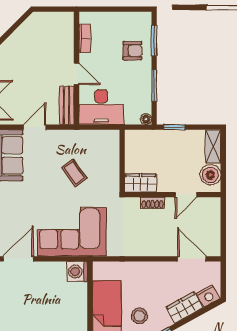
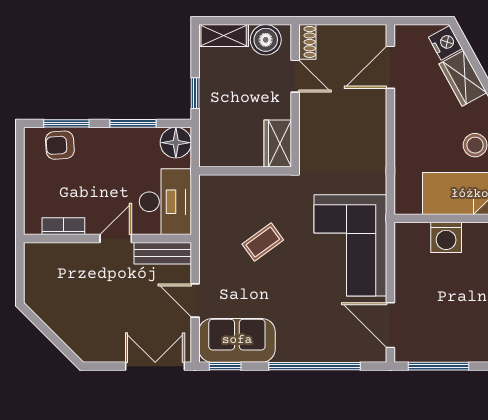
armchair: (132, 51) -> (60, 145), moved, turned -94
floor lamp: (146, 119) -> (176, 143), width x1.89, depth x1.89
shoe rack: (153, 203) -> (307, 42), moved
washing machine: (77, 272) -> (446, 237), moved

